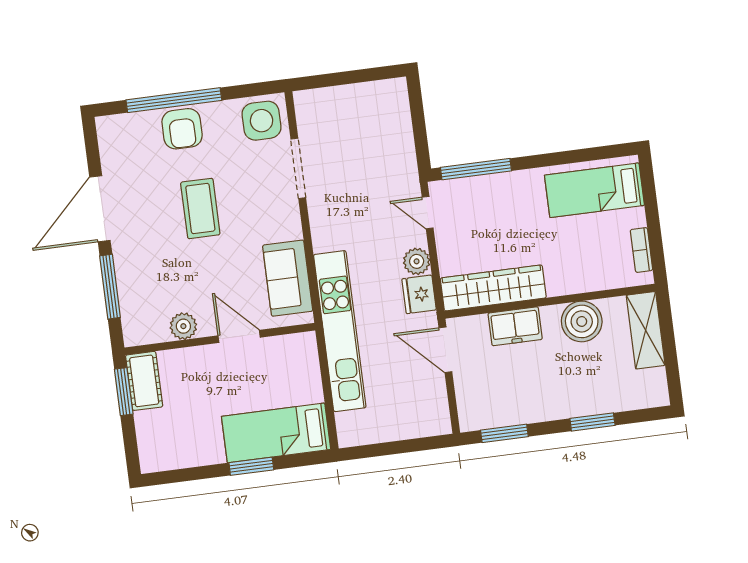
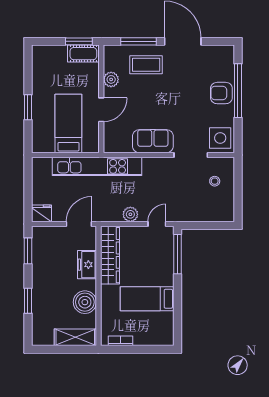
stool: (339, 120) -> (215, 181), added
bed: (594, 190) -> (147, 299), moved, turned -90
coffee table: (200, 208) -> (146, 65), moved
sofa: (288, 278) -> (153, 141), moved
fridge: (419, 294) -> (42, 213), moved
bed: (276, 433) -> (68, 123), moved

